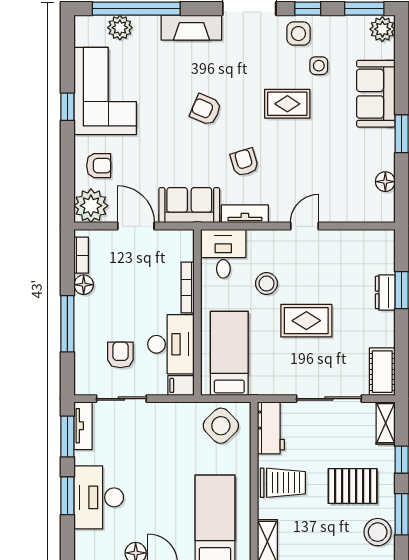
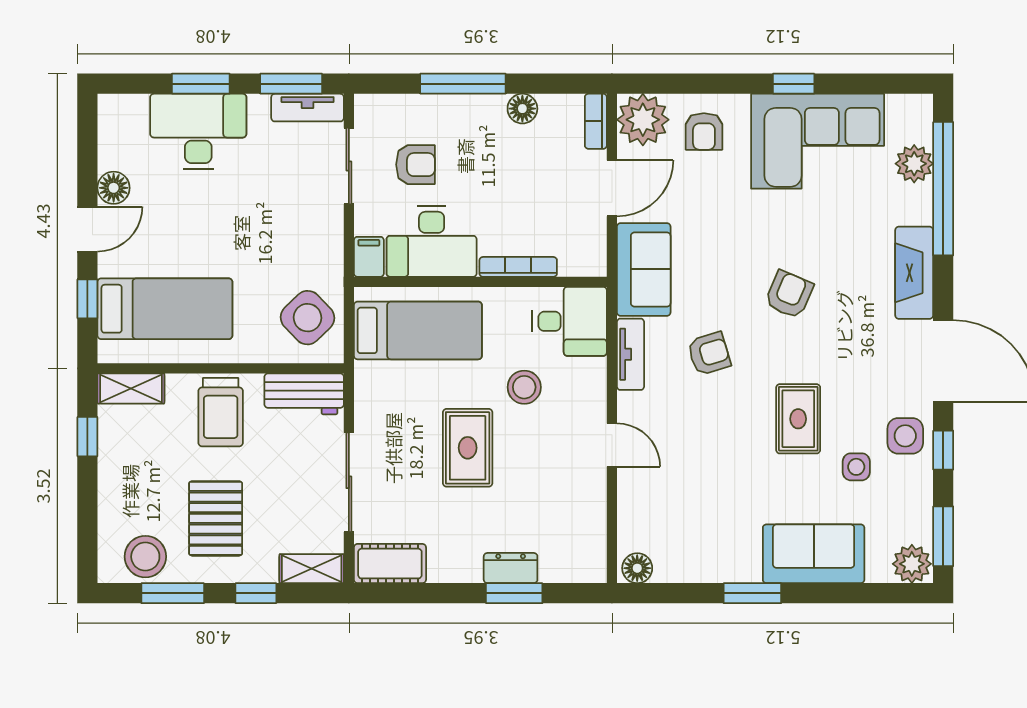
floor lamp: (385, 182) -> (637, 568), moved
bookcase: (81, 255) -> (596, 121), moved, turned 90

